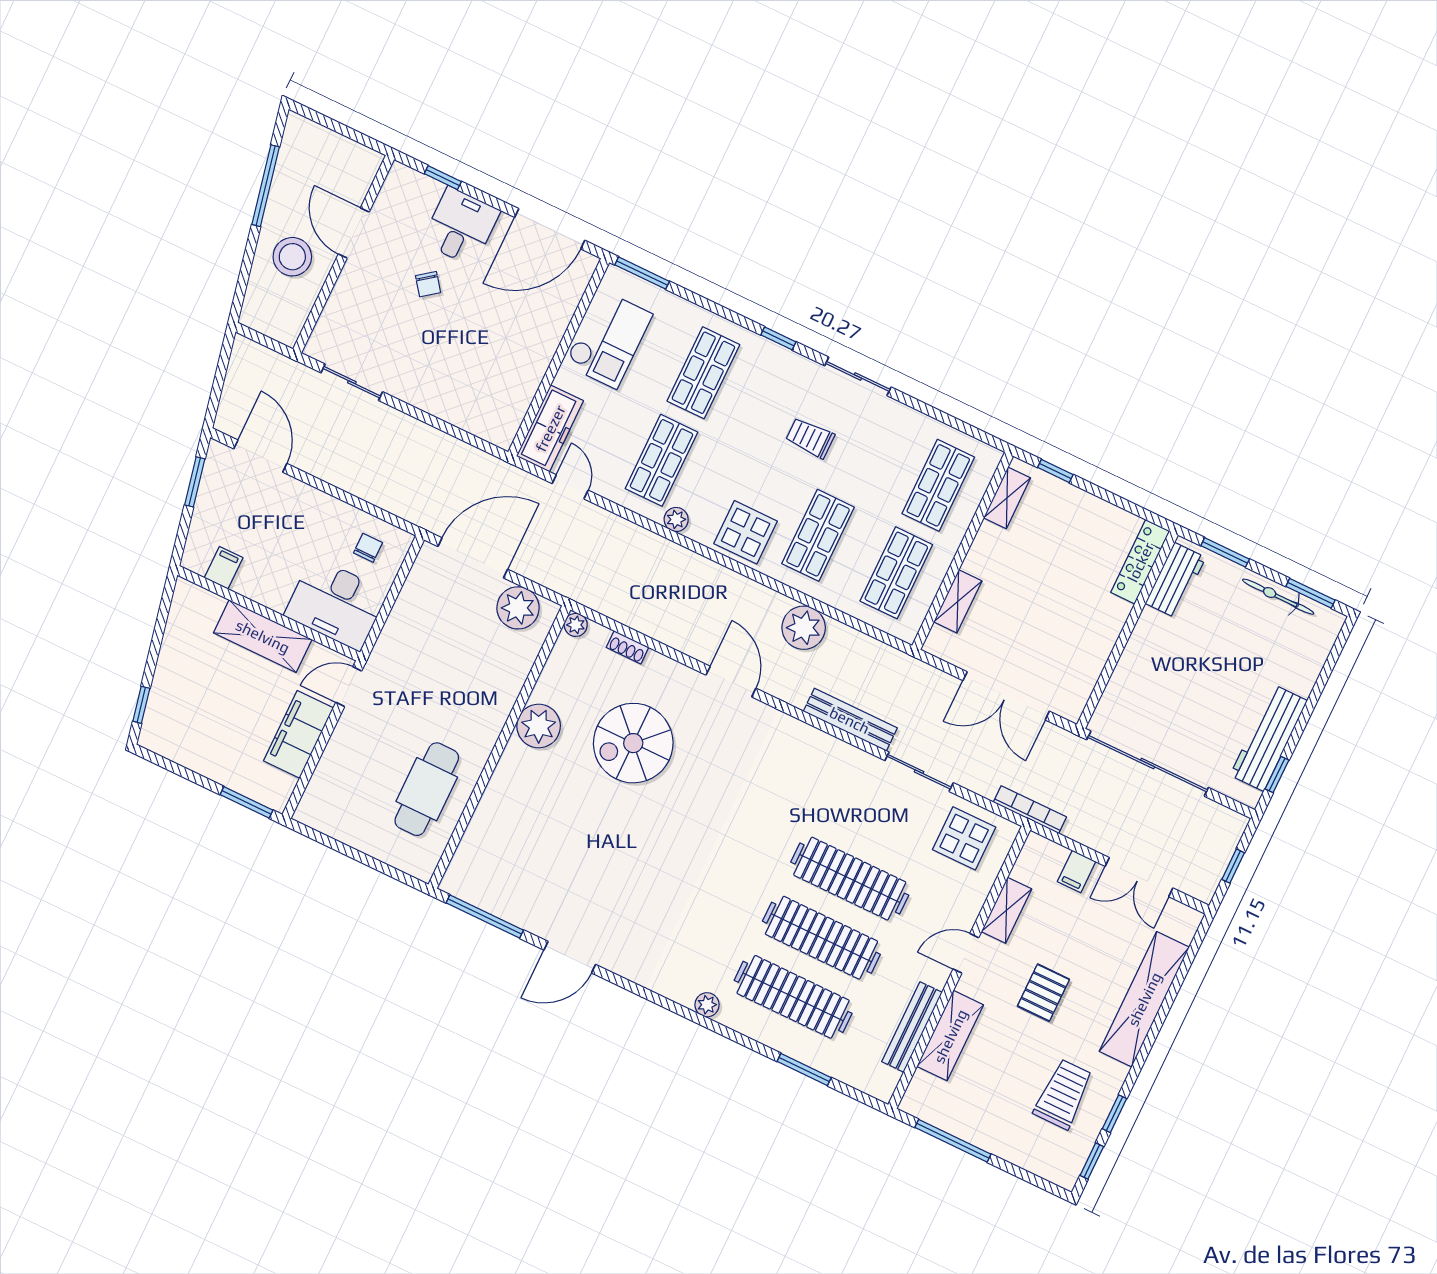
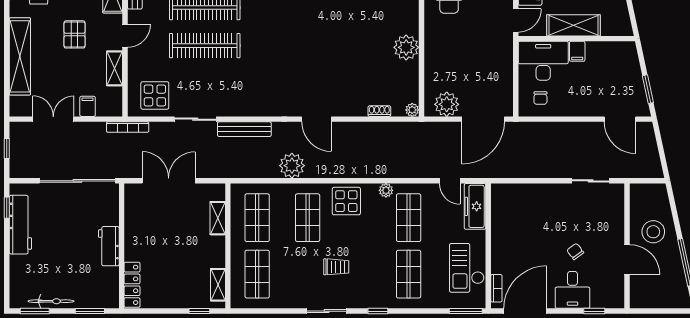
bookcase: (578, 286) -> (496, 288), added
filing cabinet: (224, 568) -> (577, 51), moved
workbench: (1175, 580) -> (109, 246), moved
spiral stairs: (633, 743) -> (352, 62), removed

